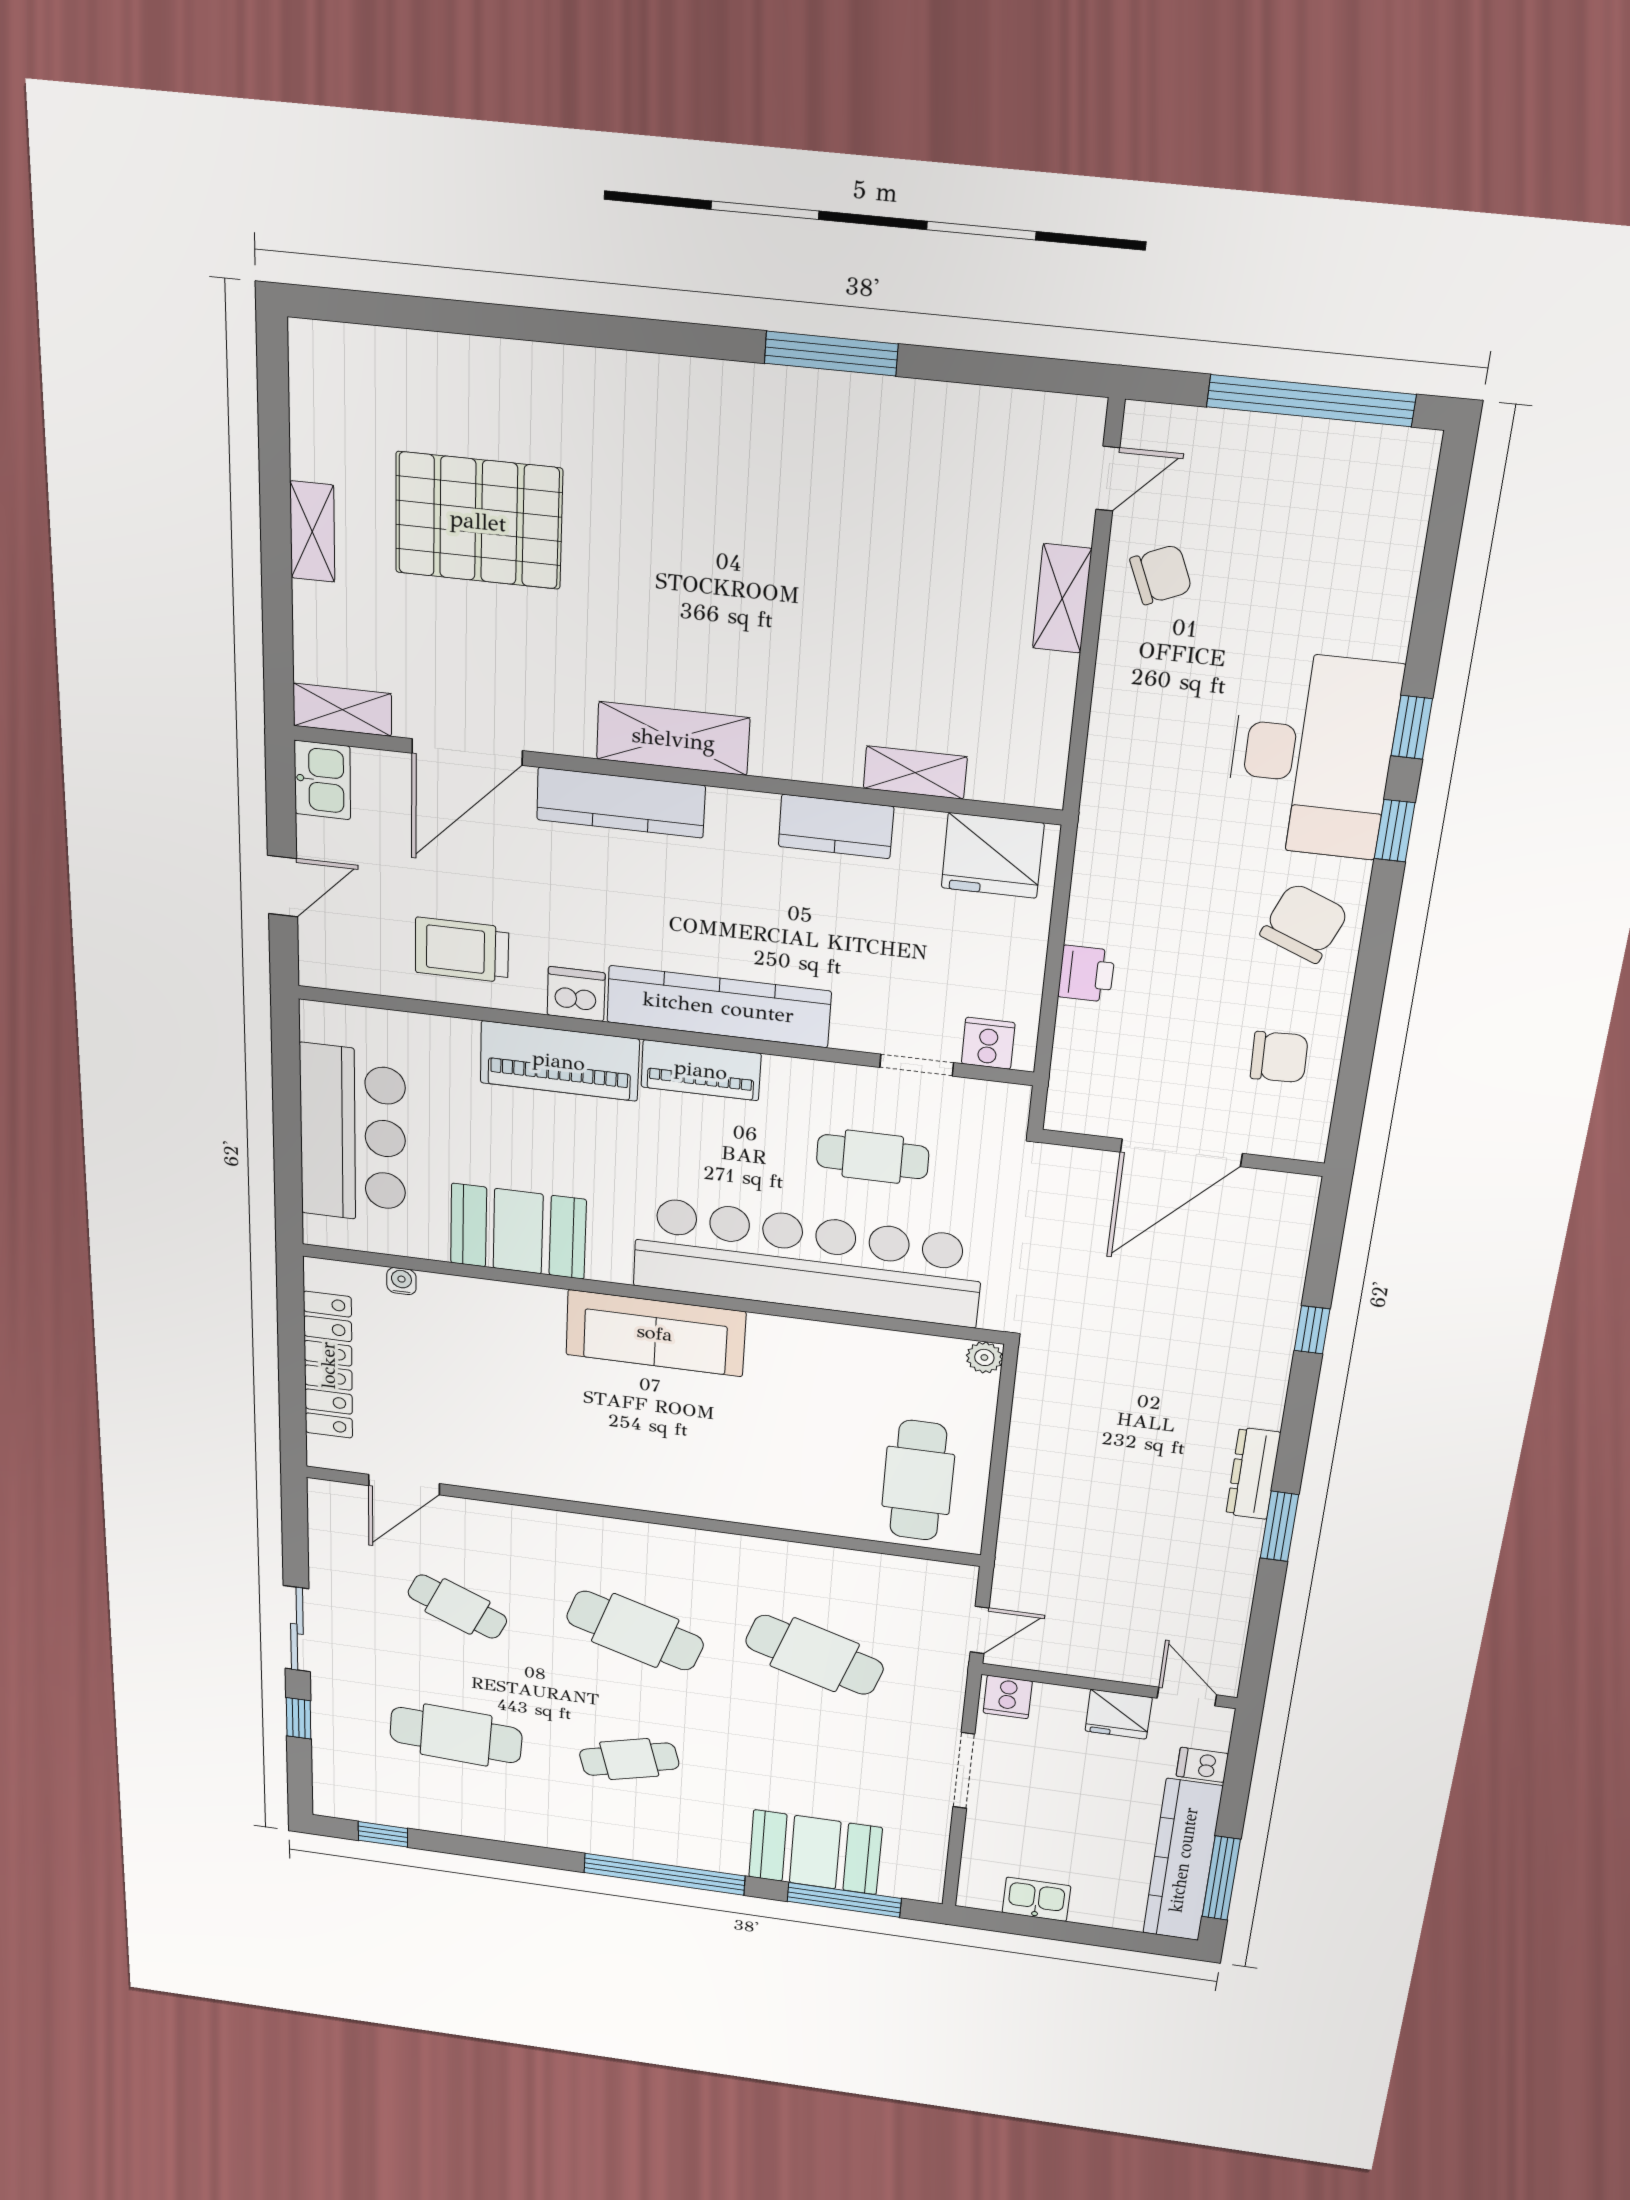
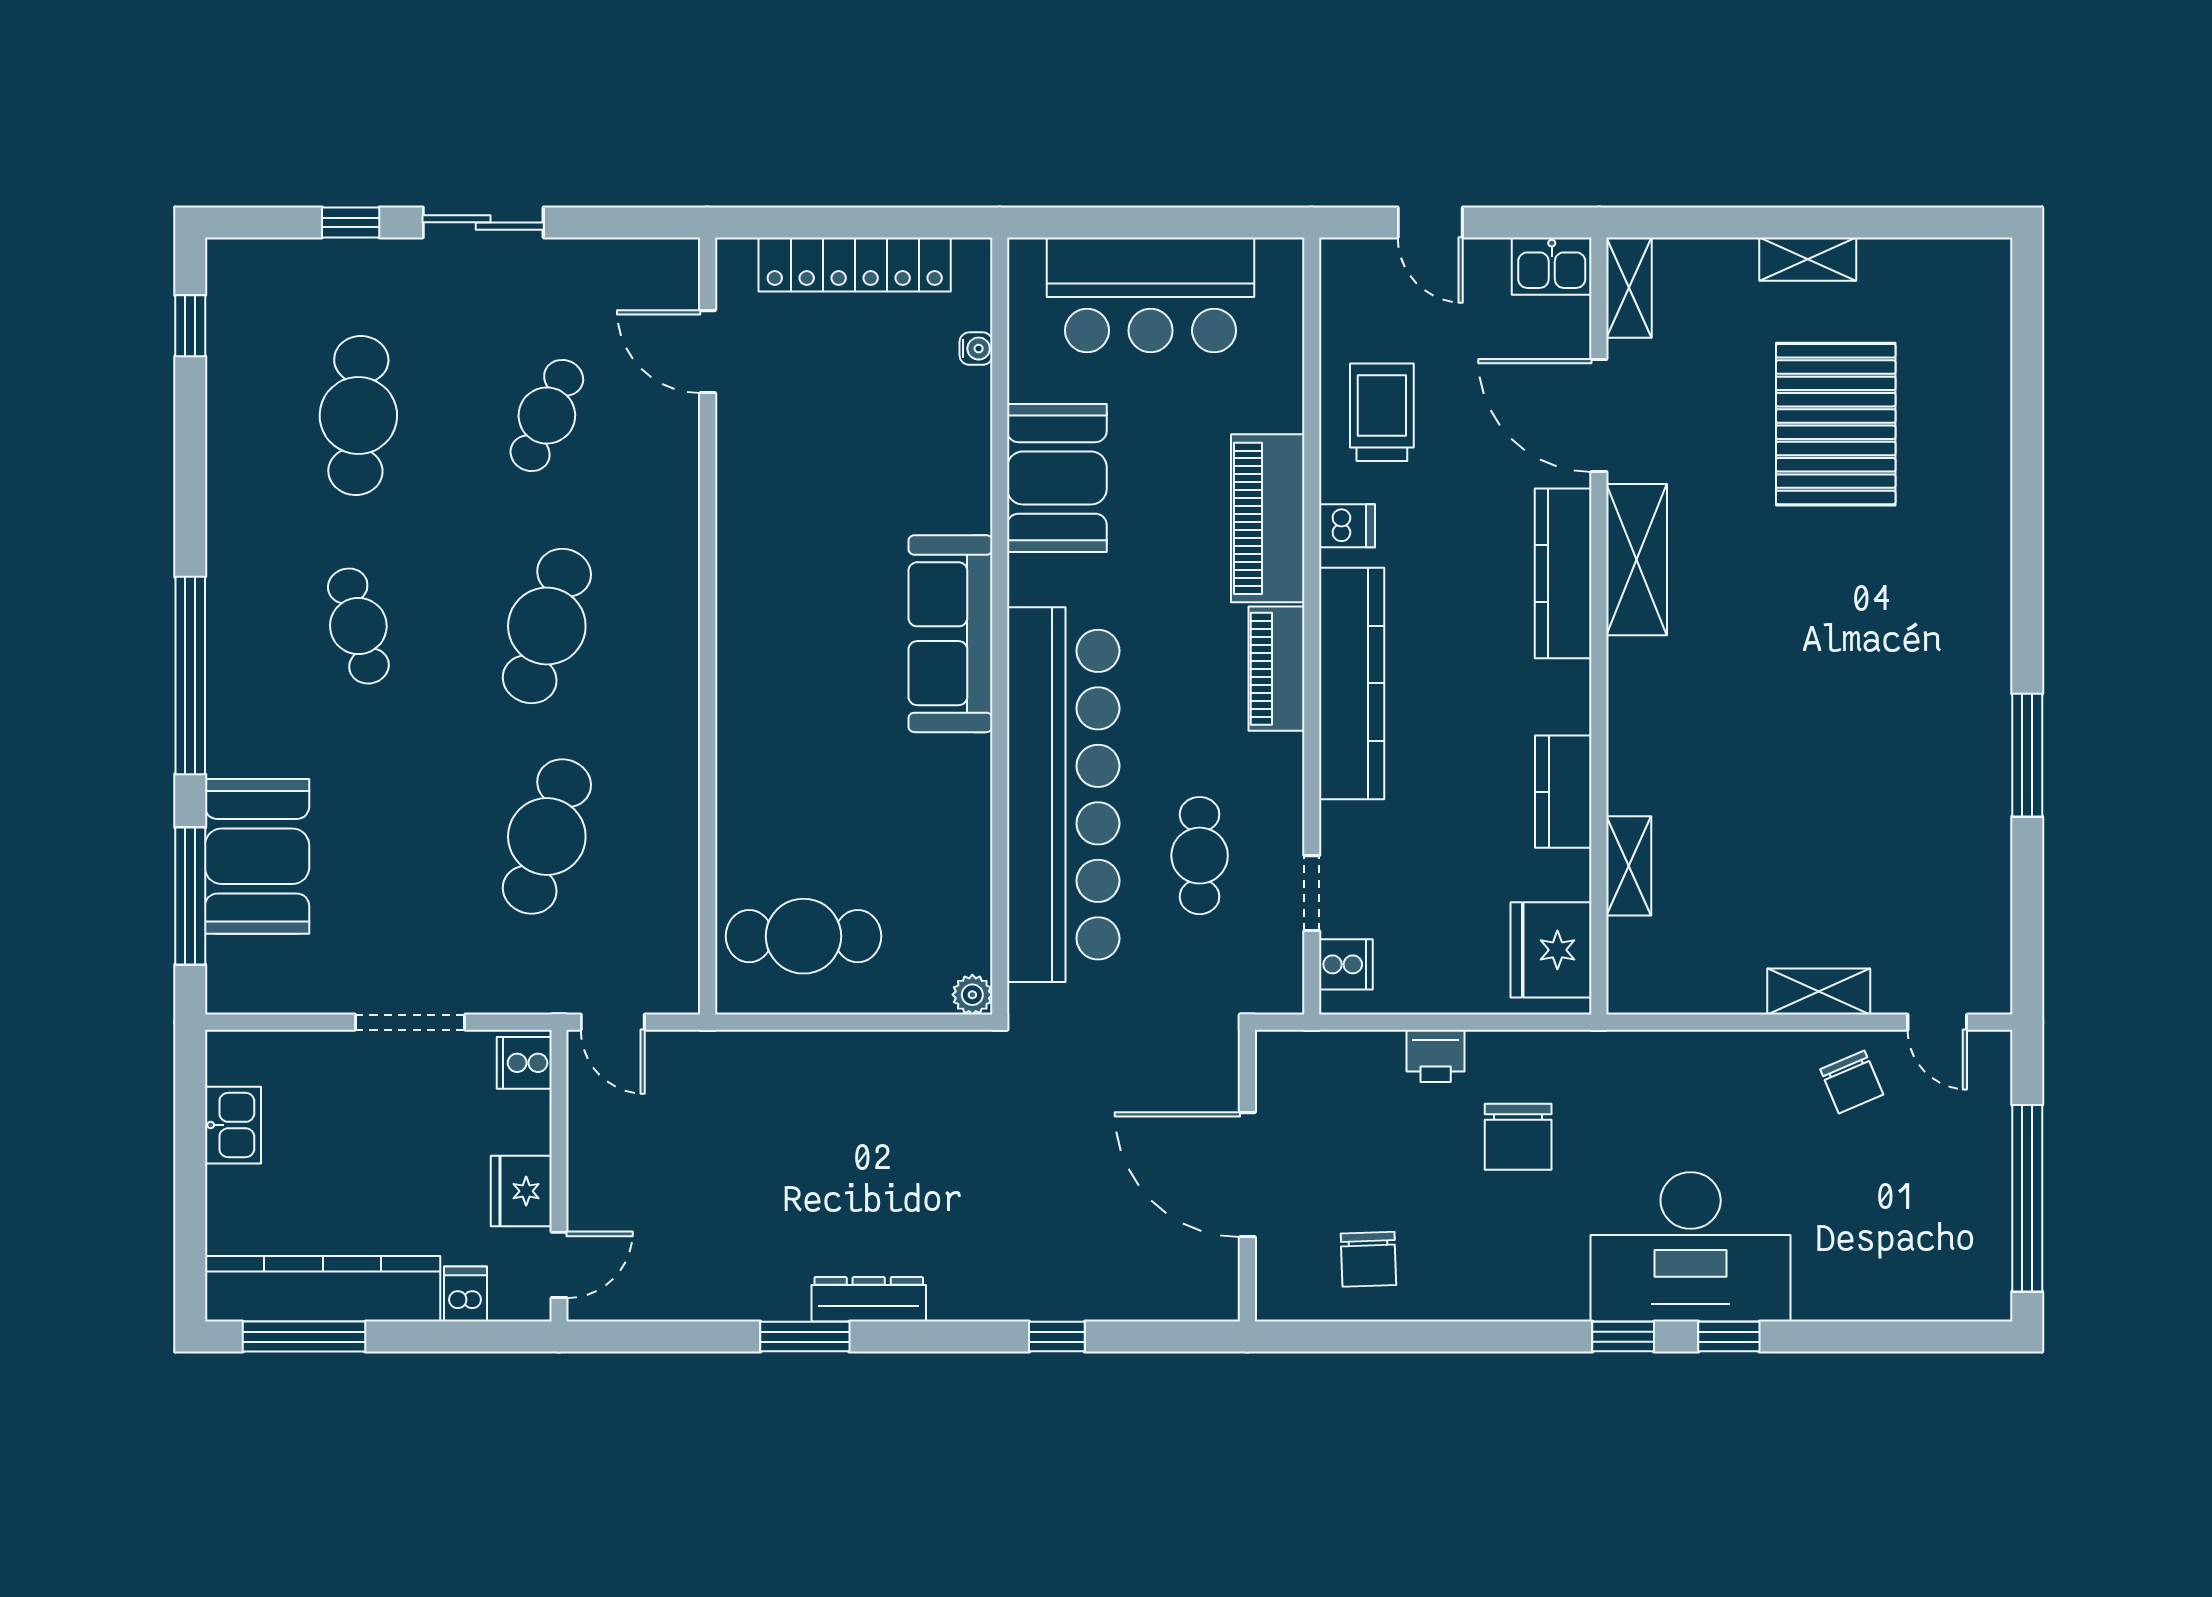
shelving: (673, 739) -> (1637, 560), moved
chair: (1304, 923) -> (1518, 1137), moved, turned 68
dishwasher: (576, 994) -> (1347, 526), width x0.73

